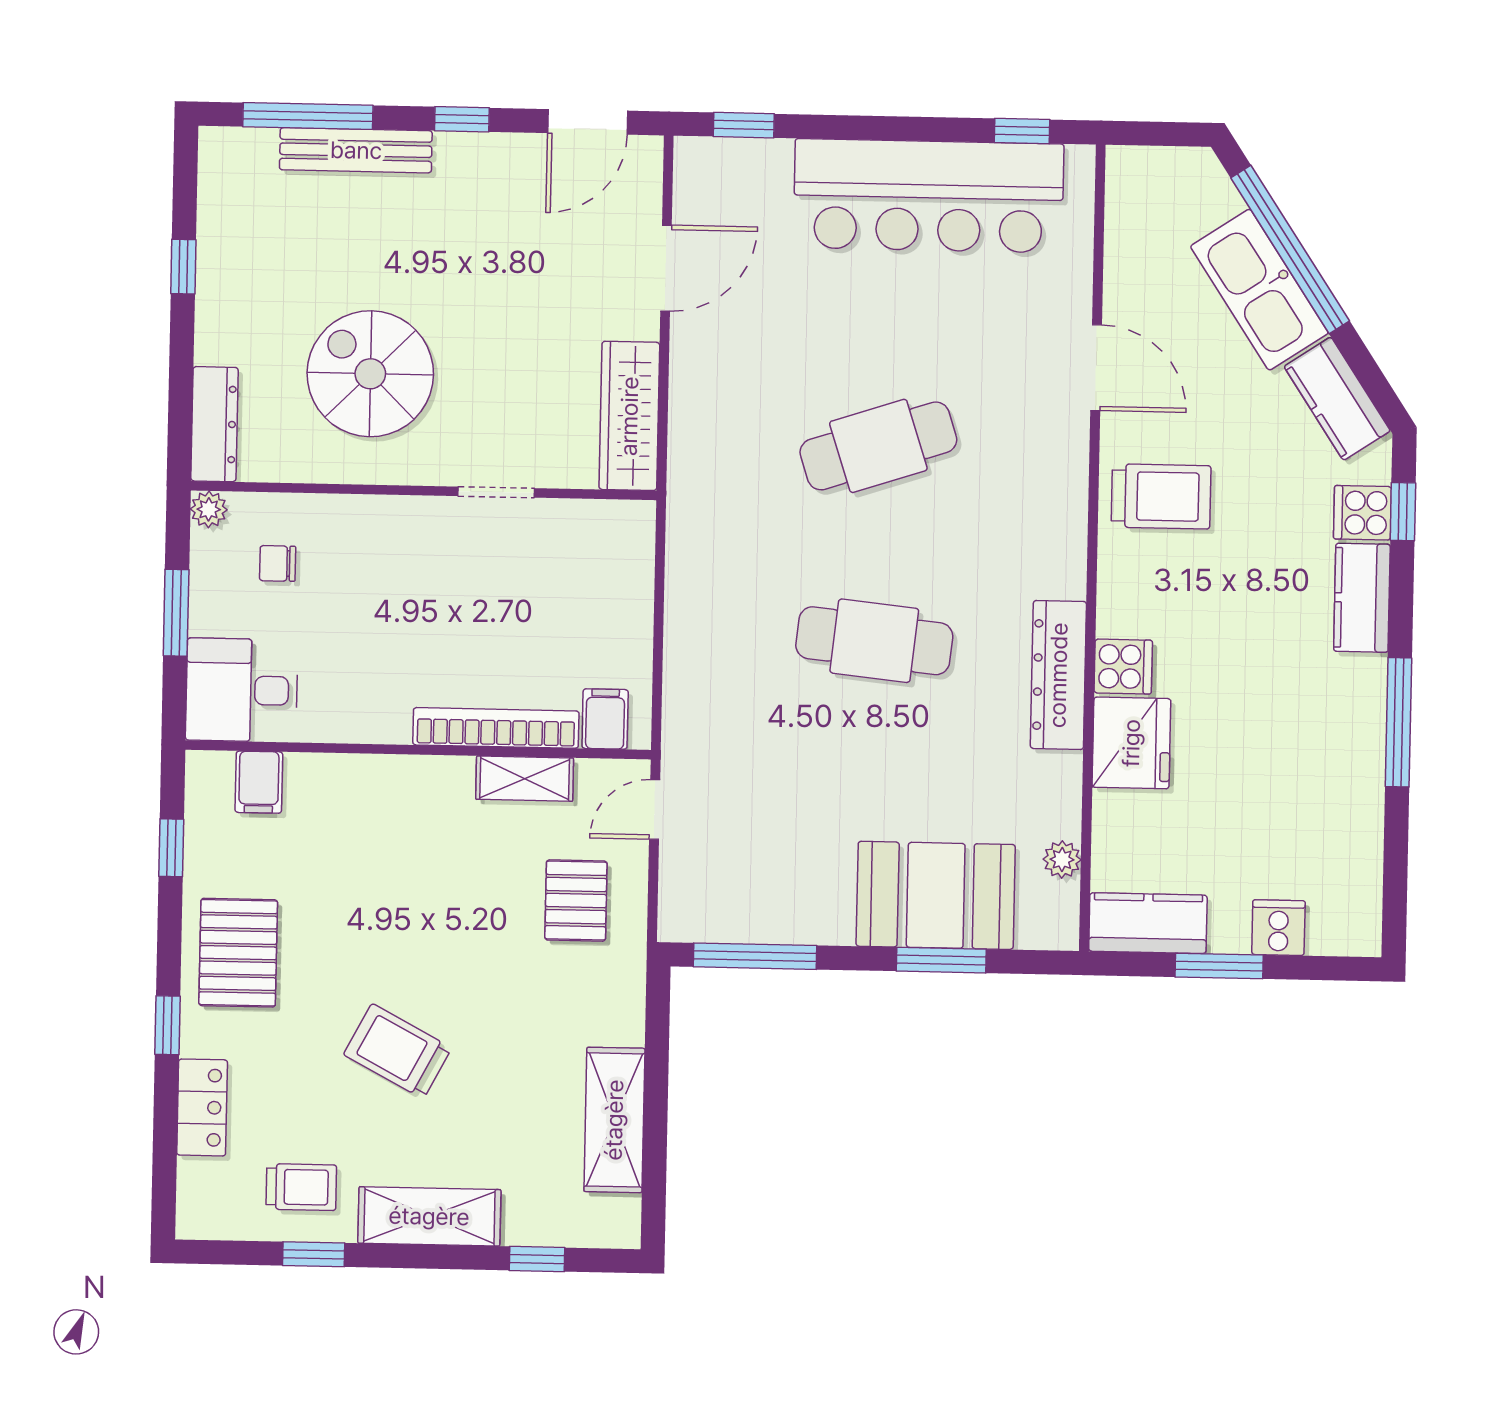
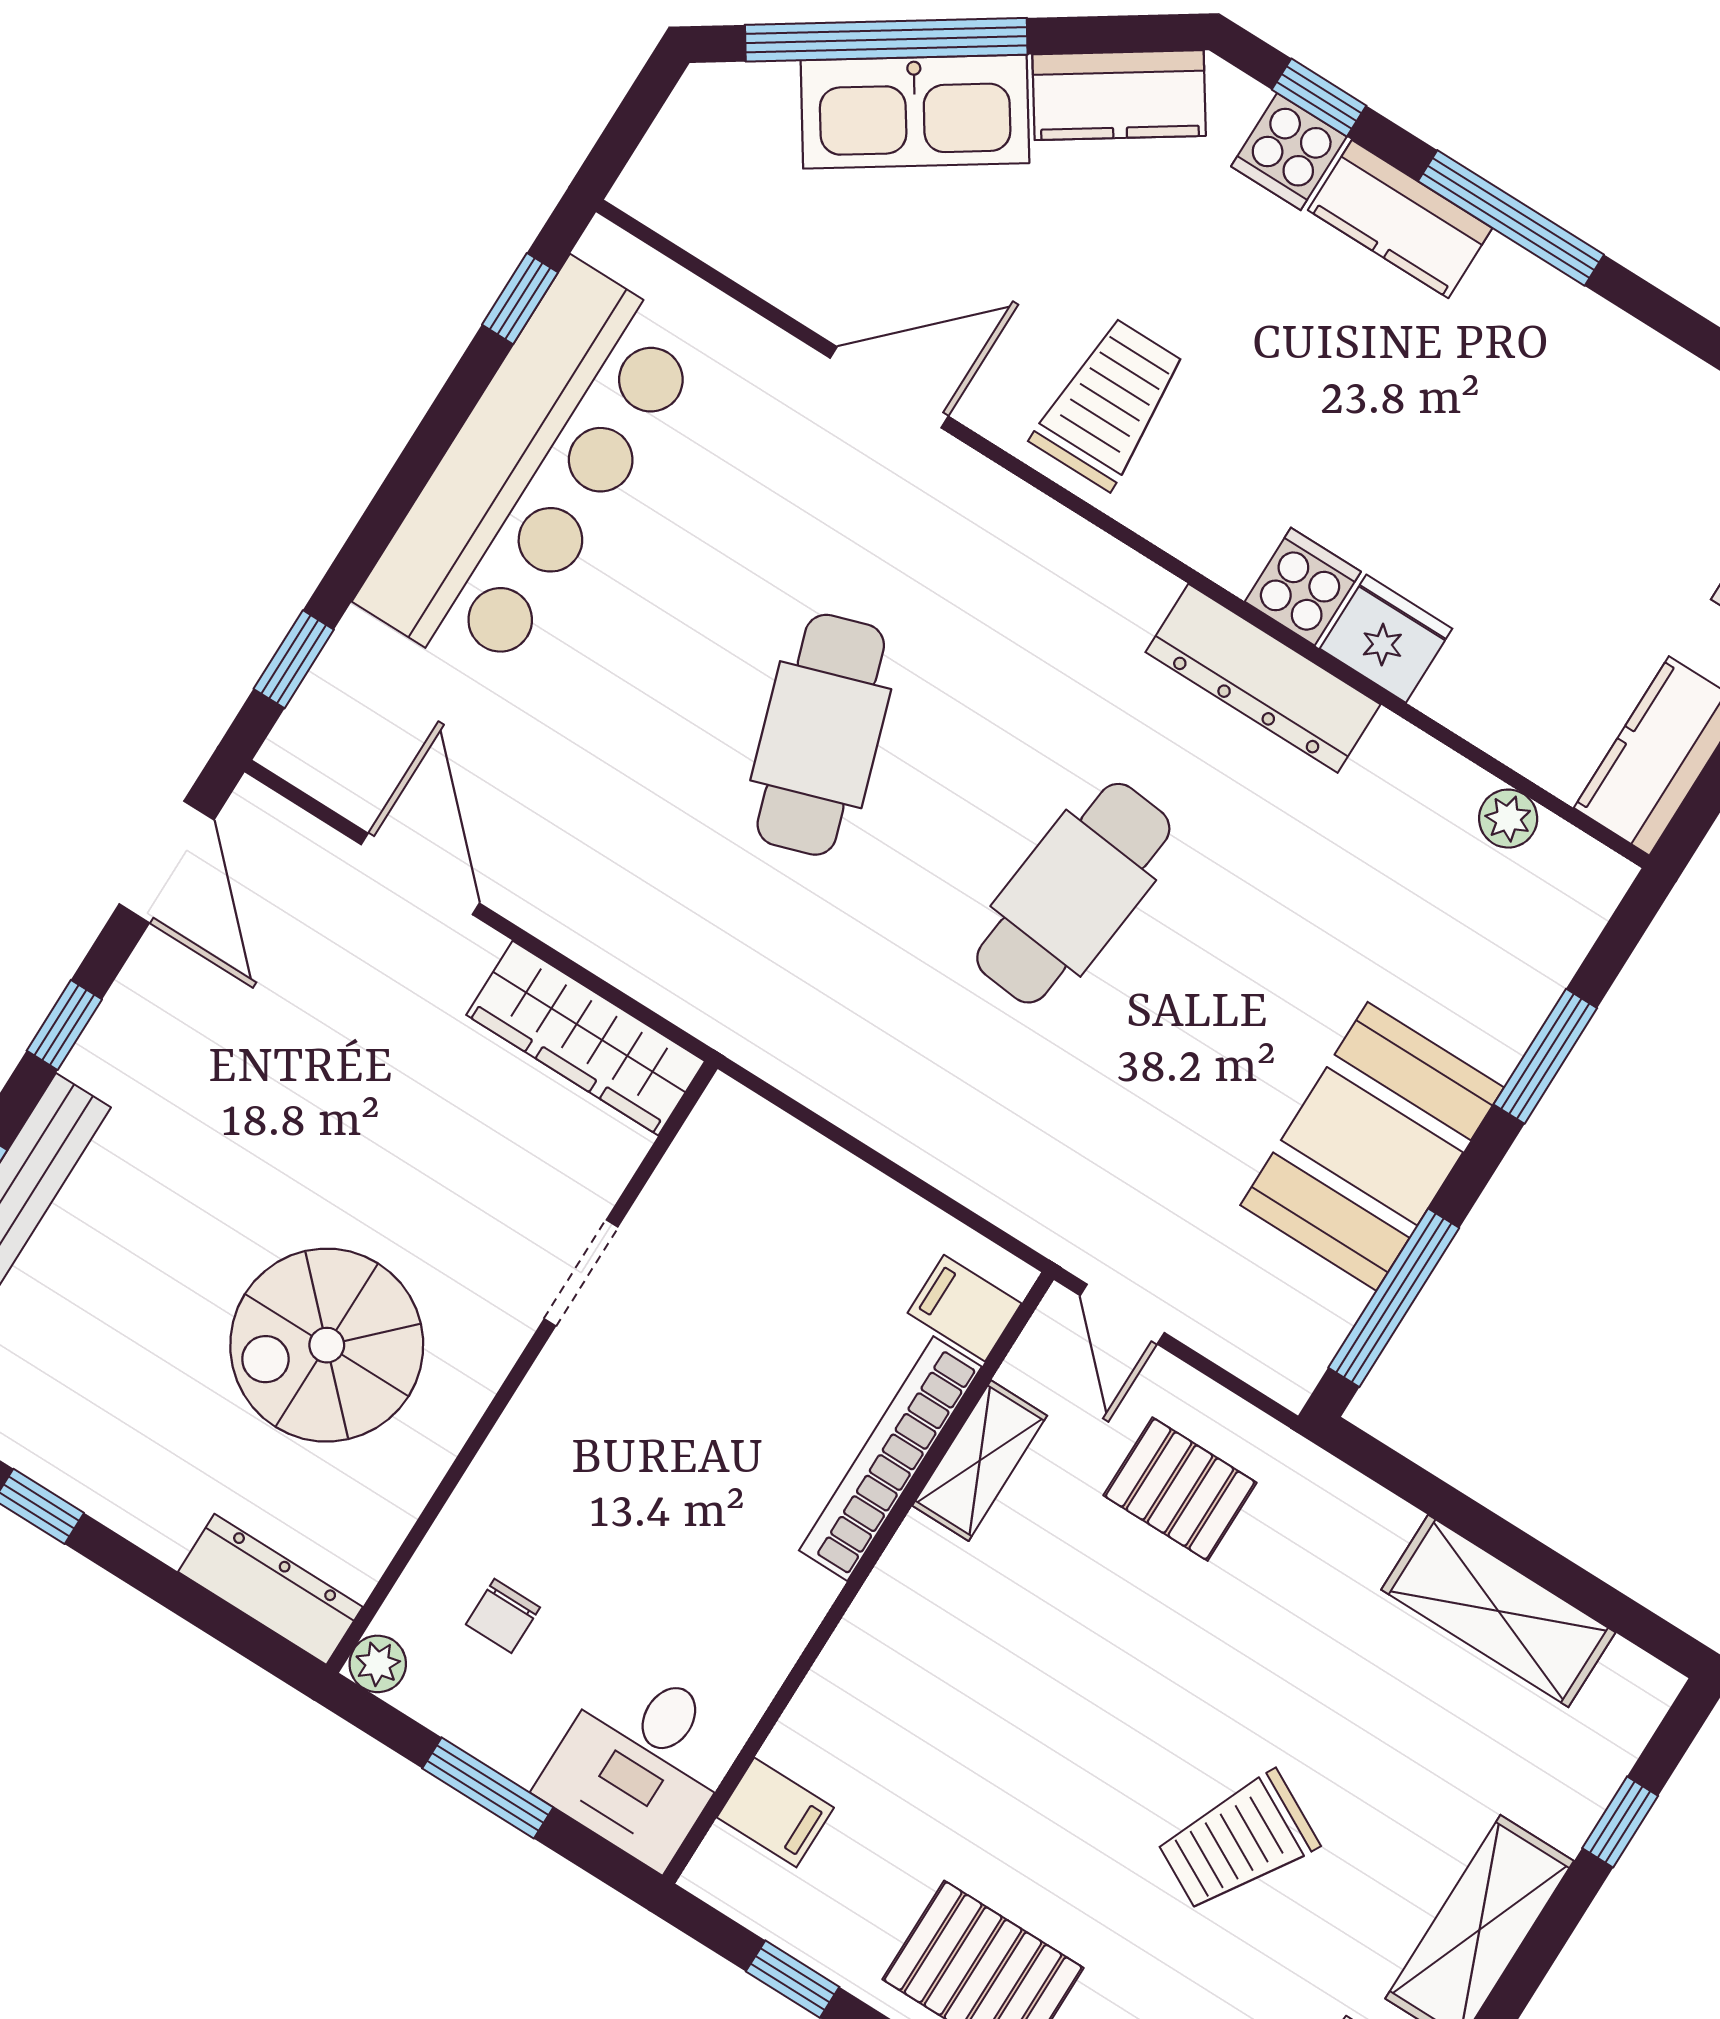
window: (1398, 722) -> (1511, 218), moved
fridge: (1131, 743) -> (1386, 639), width x0.73, depth x0.75
booth: (936, 895) -> (1372, 1146), moved

